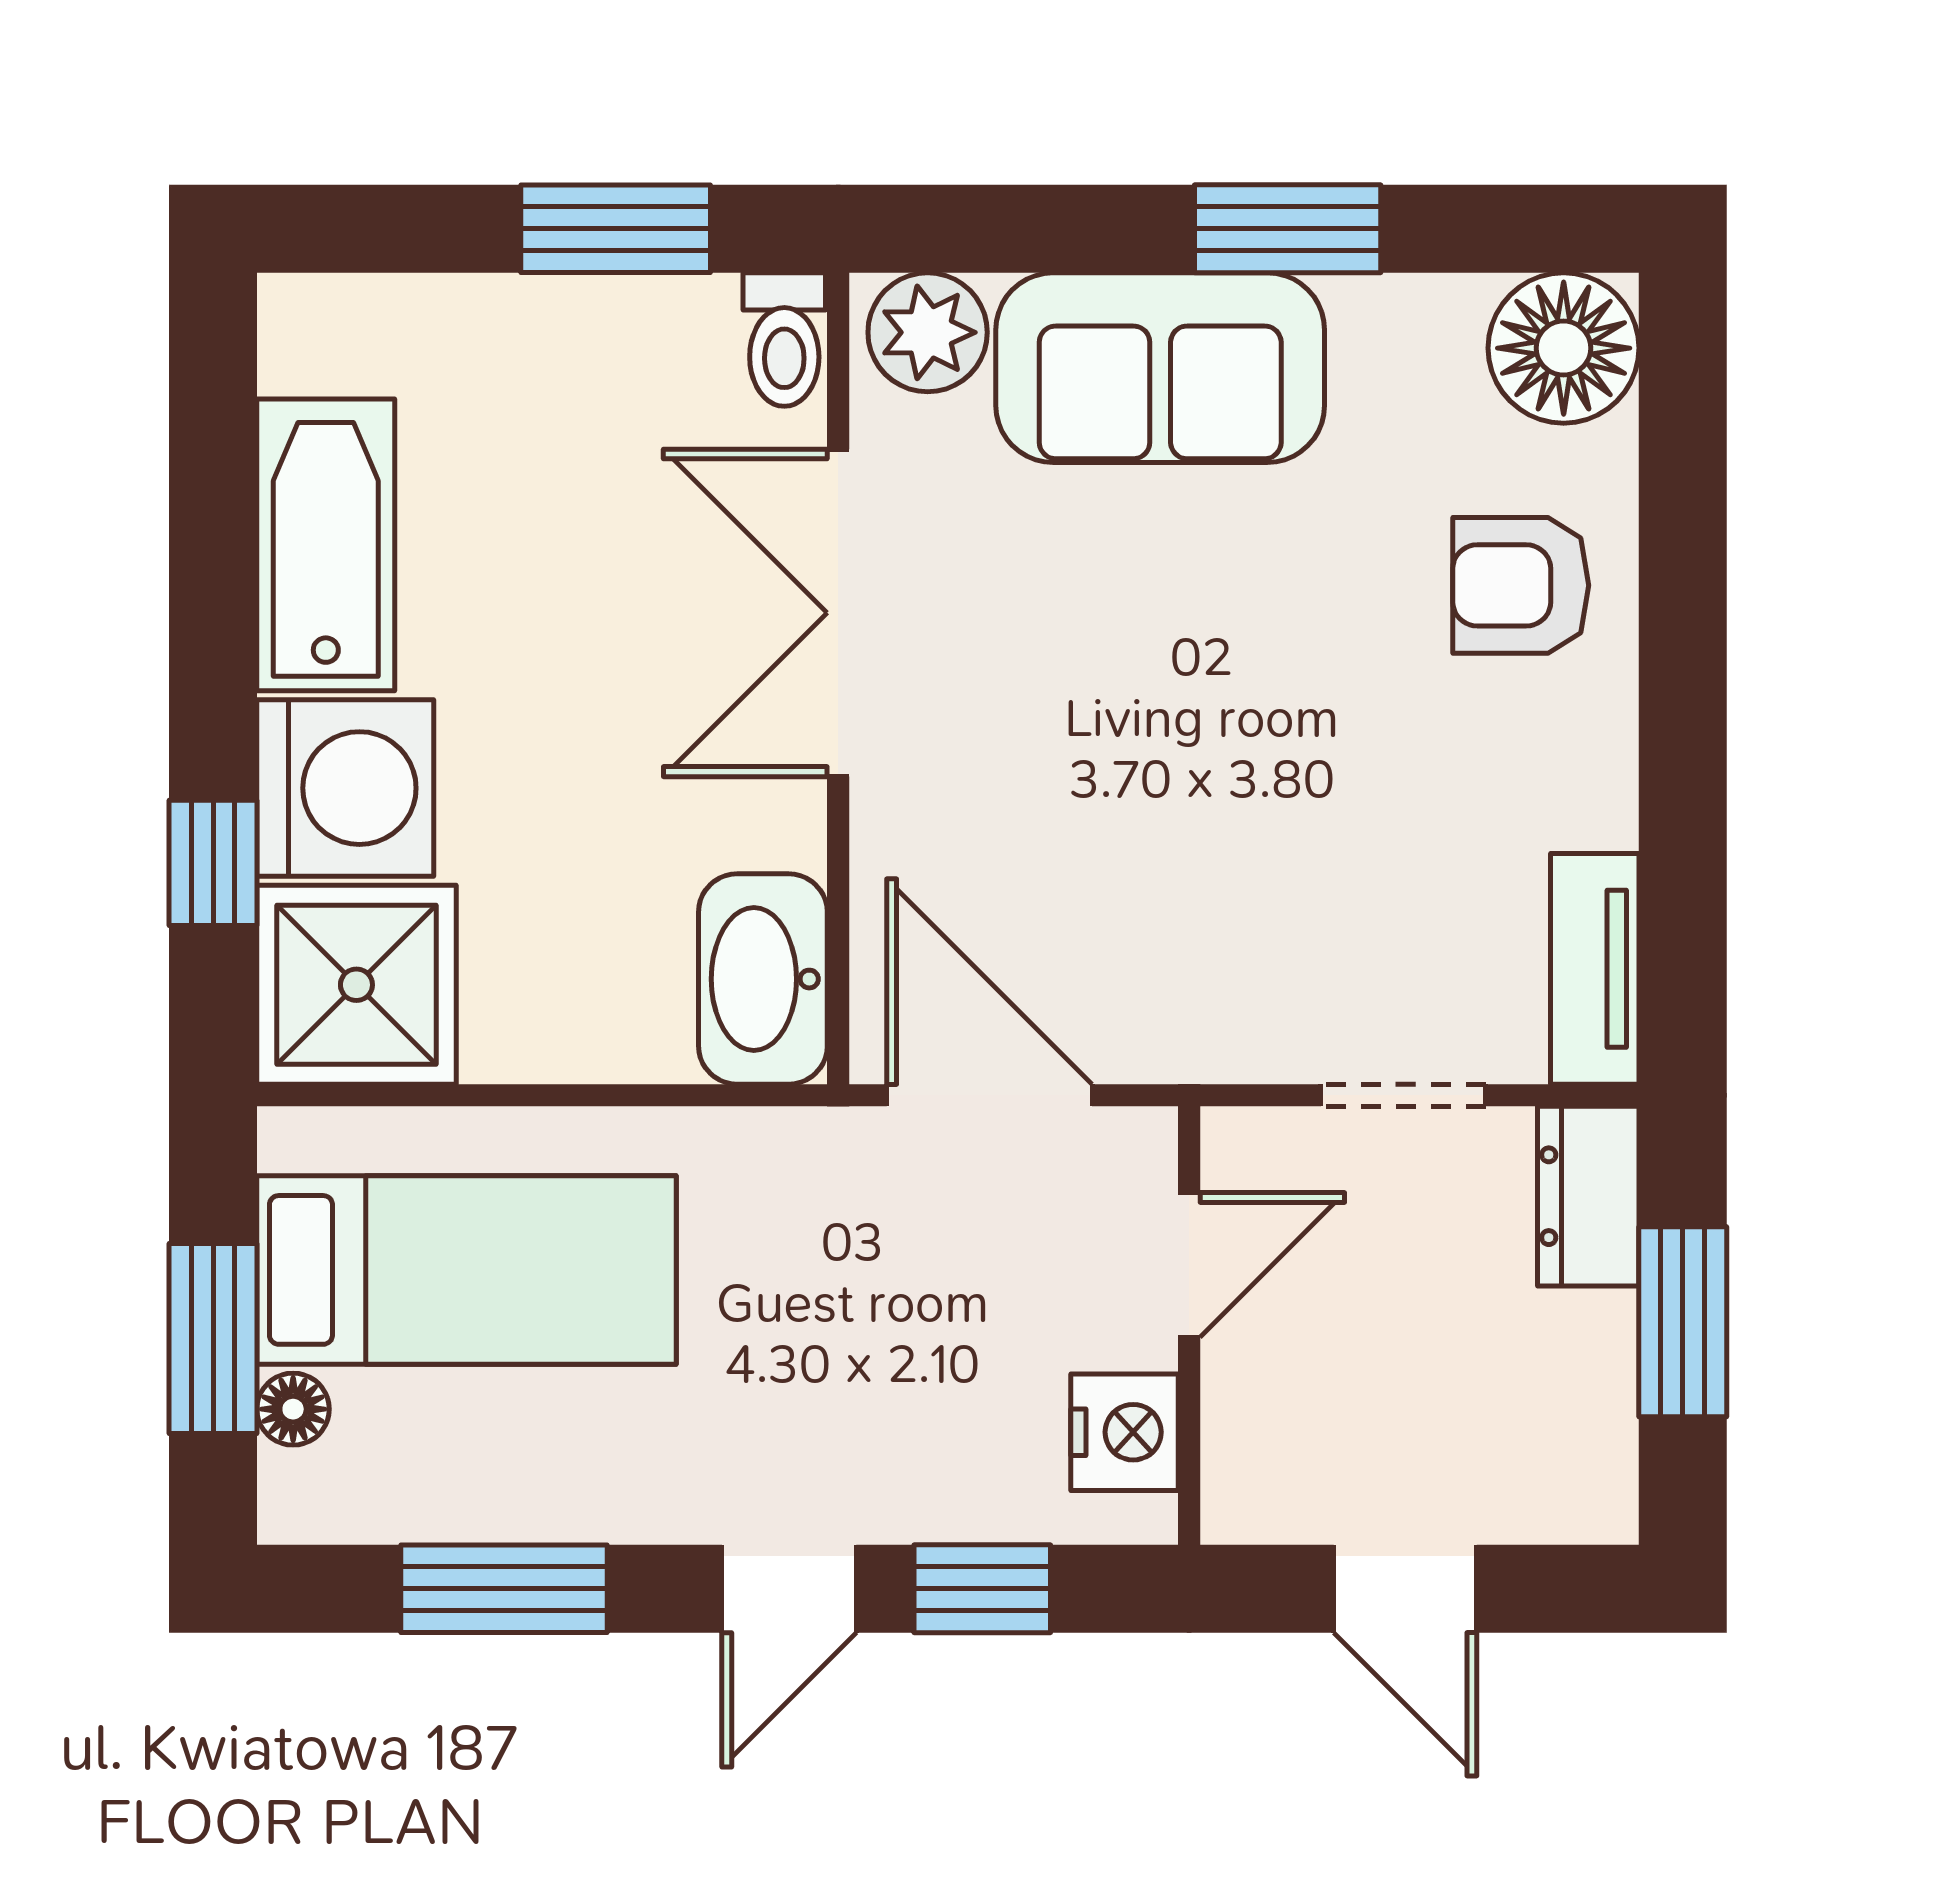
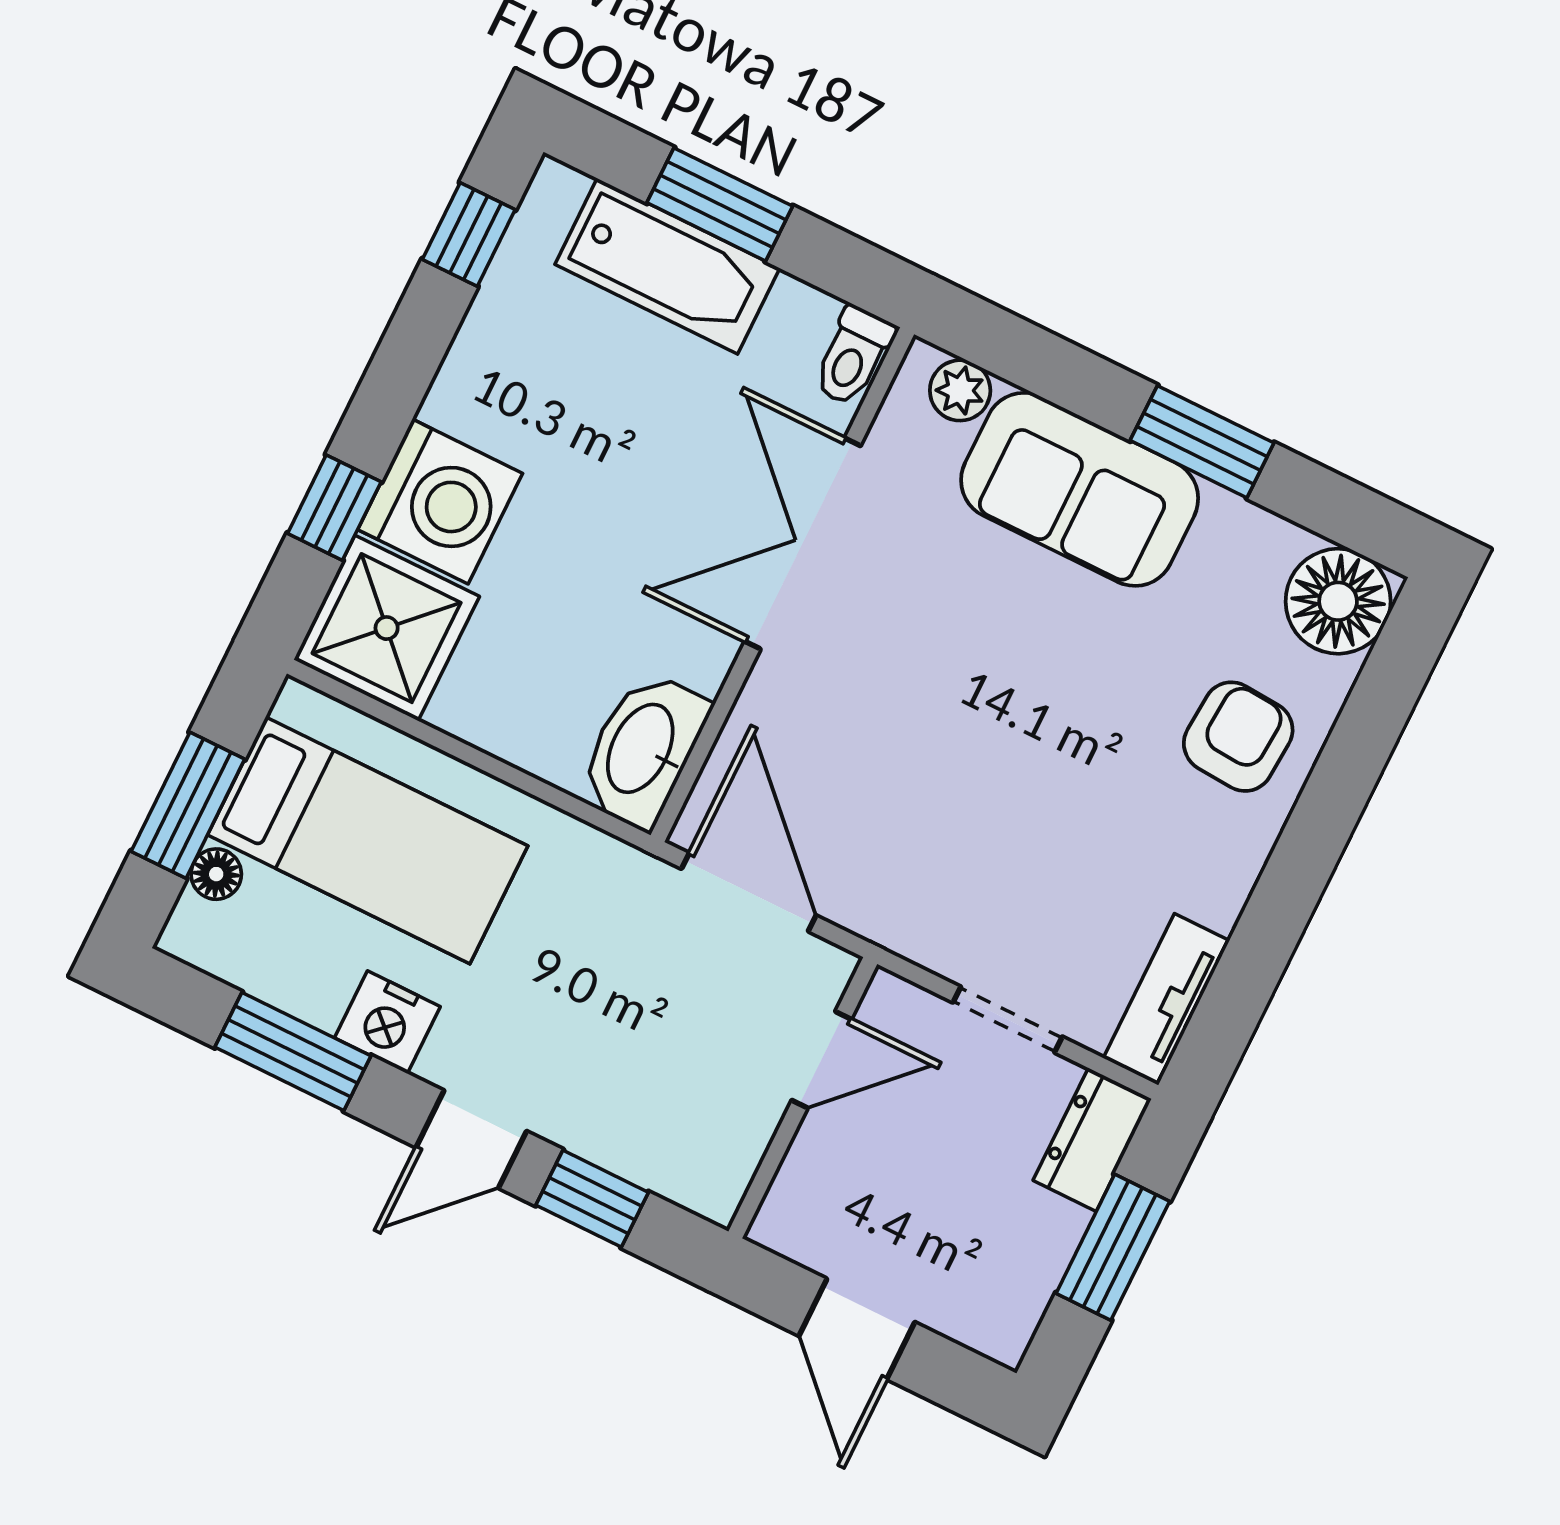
window: (616, 229) -> (720, 204), moved
plant: (928, 332) -> (960, 390), width x0.73, depth x0.73
window: (213, 427) -> (469, 235), added
bathtub: (326, 545) -> (667, 266), moved, turned 90
armchair: (1521, 585) -> (1238, 737), turned 94
nightstand: (1125, 1432) -> (387, 1022), moved, turned 90

